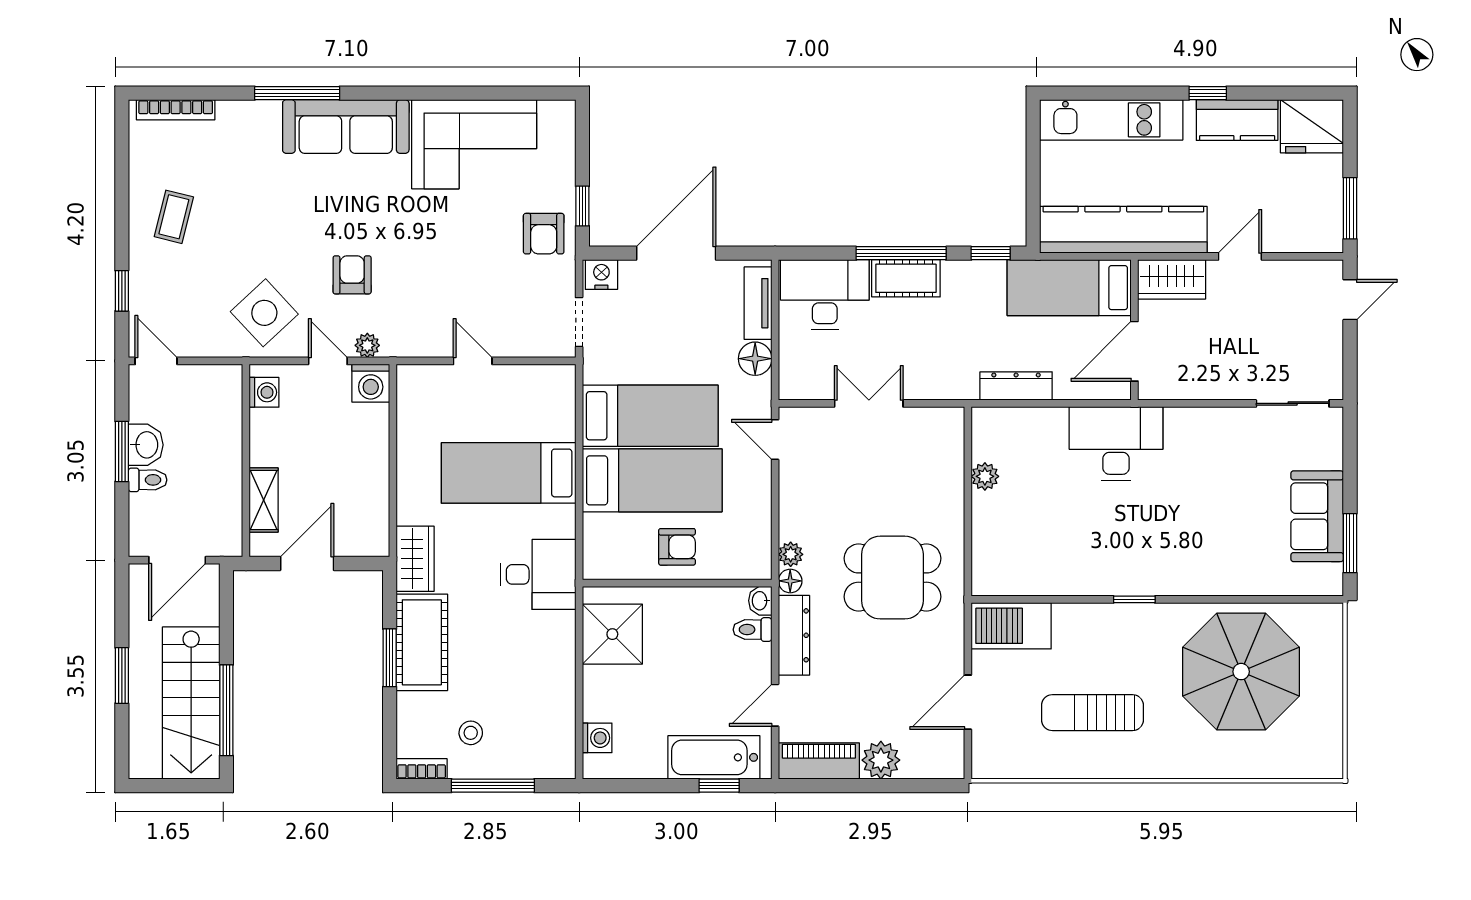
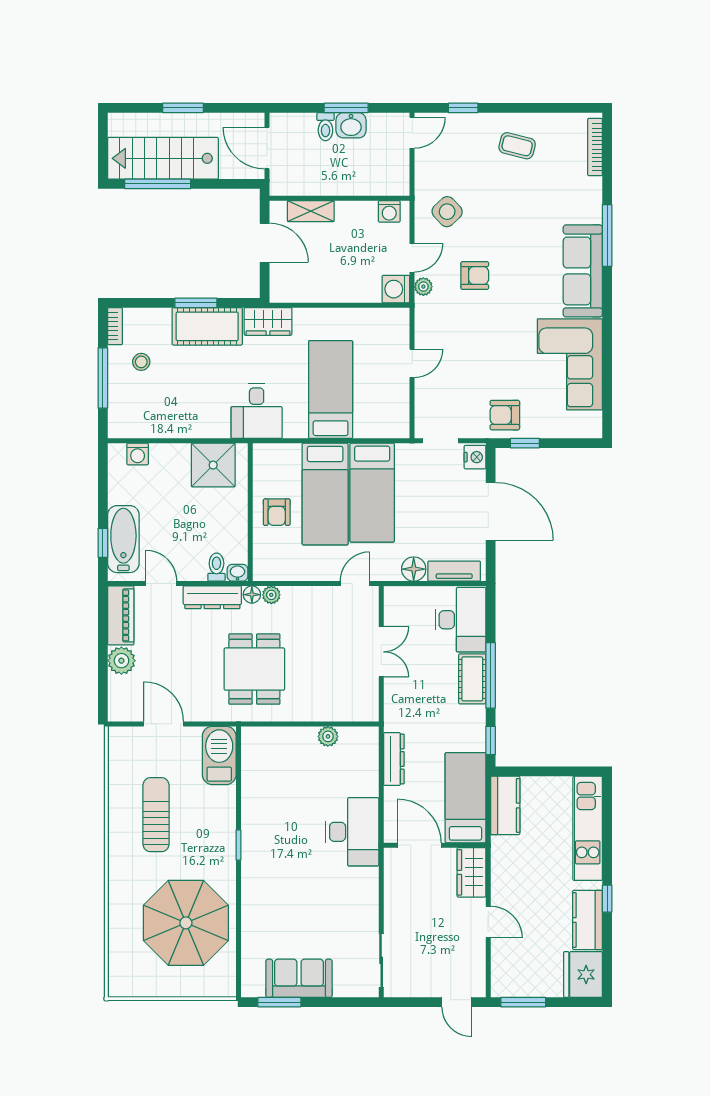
kitchen counter: (1123, 230) -> (505, 805), width x0.48, depth x0.86
side table: (264, 313) -> (447, 212), width x0.73, depth x0.73

